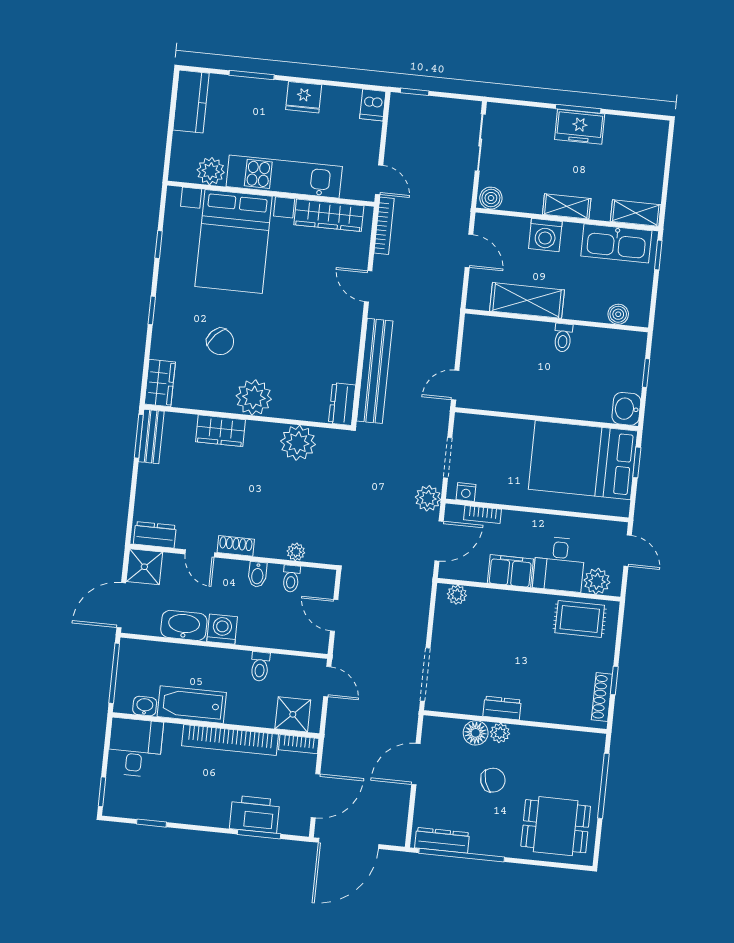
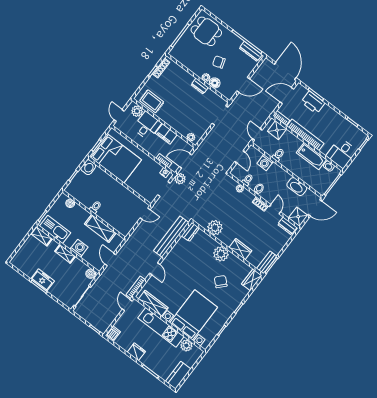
washing machine: (222, 629) -> (265, 163), moved
door: (349, 843) -> (285, 71), hinge flipped

